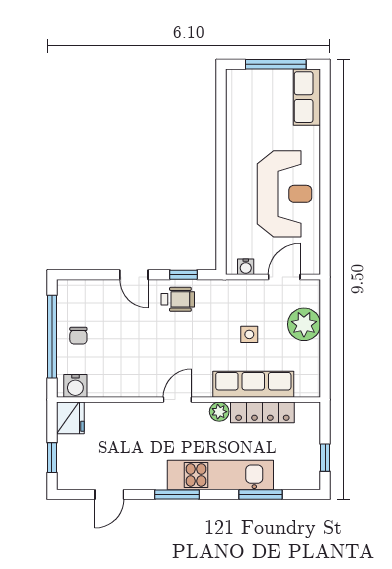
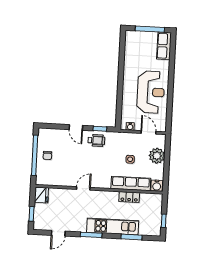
door: (284, 277) -> (148, 132), hinge flipped
water cooler: (75, 386) -> (157, 186), moved
door: (177, 400) -> (83, 188), moved
plant: (219, 412) -> (114, 196), removed
locker: (262, 412) -> (129, 197), width x0.66

